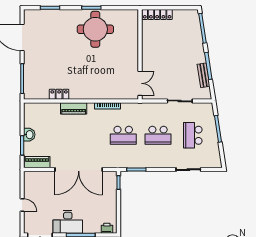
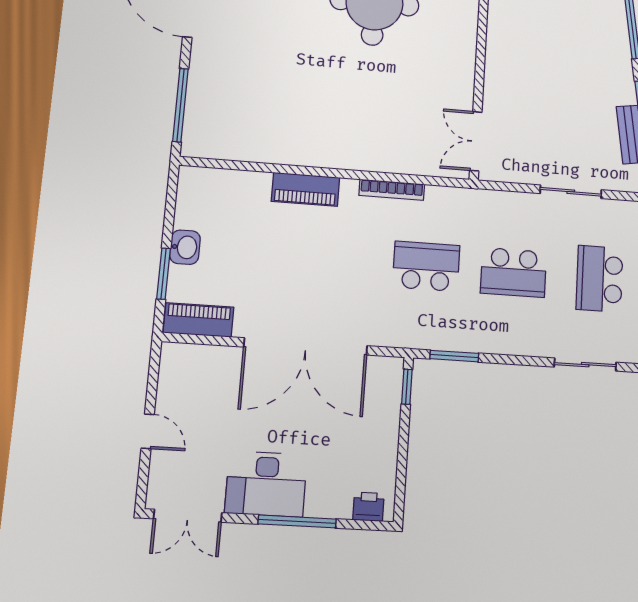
double door: (140, 83) -> (476, 141), swing flipped
locker: (59, 94) -> (271, 151), removed
school desk: (123, 135) -> (426, 266), turned 180

